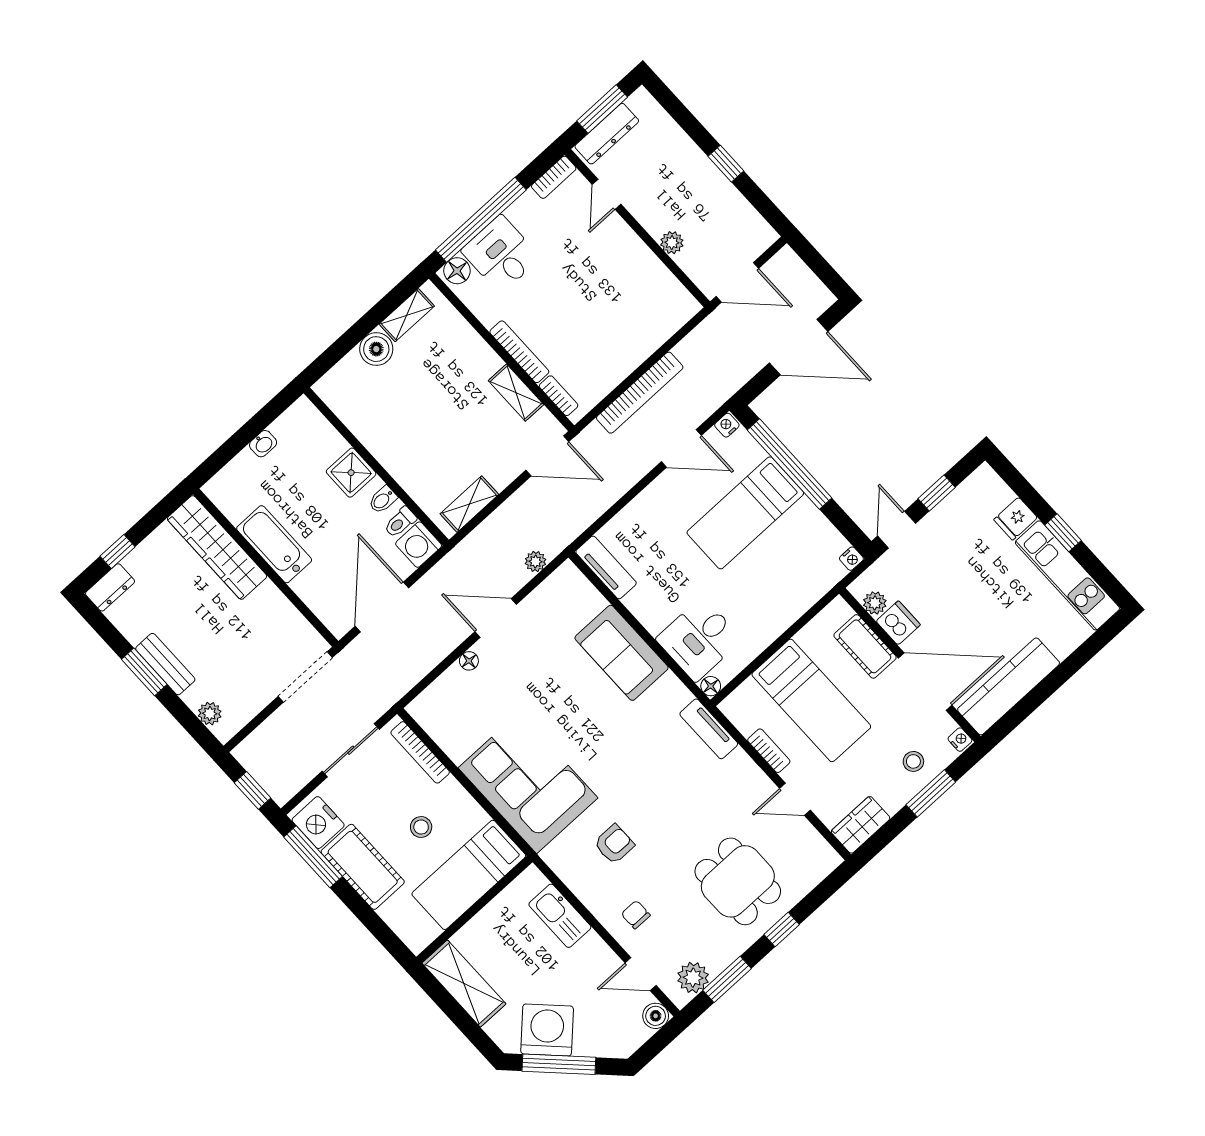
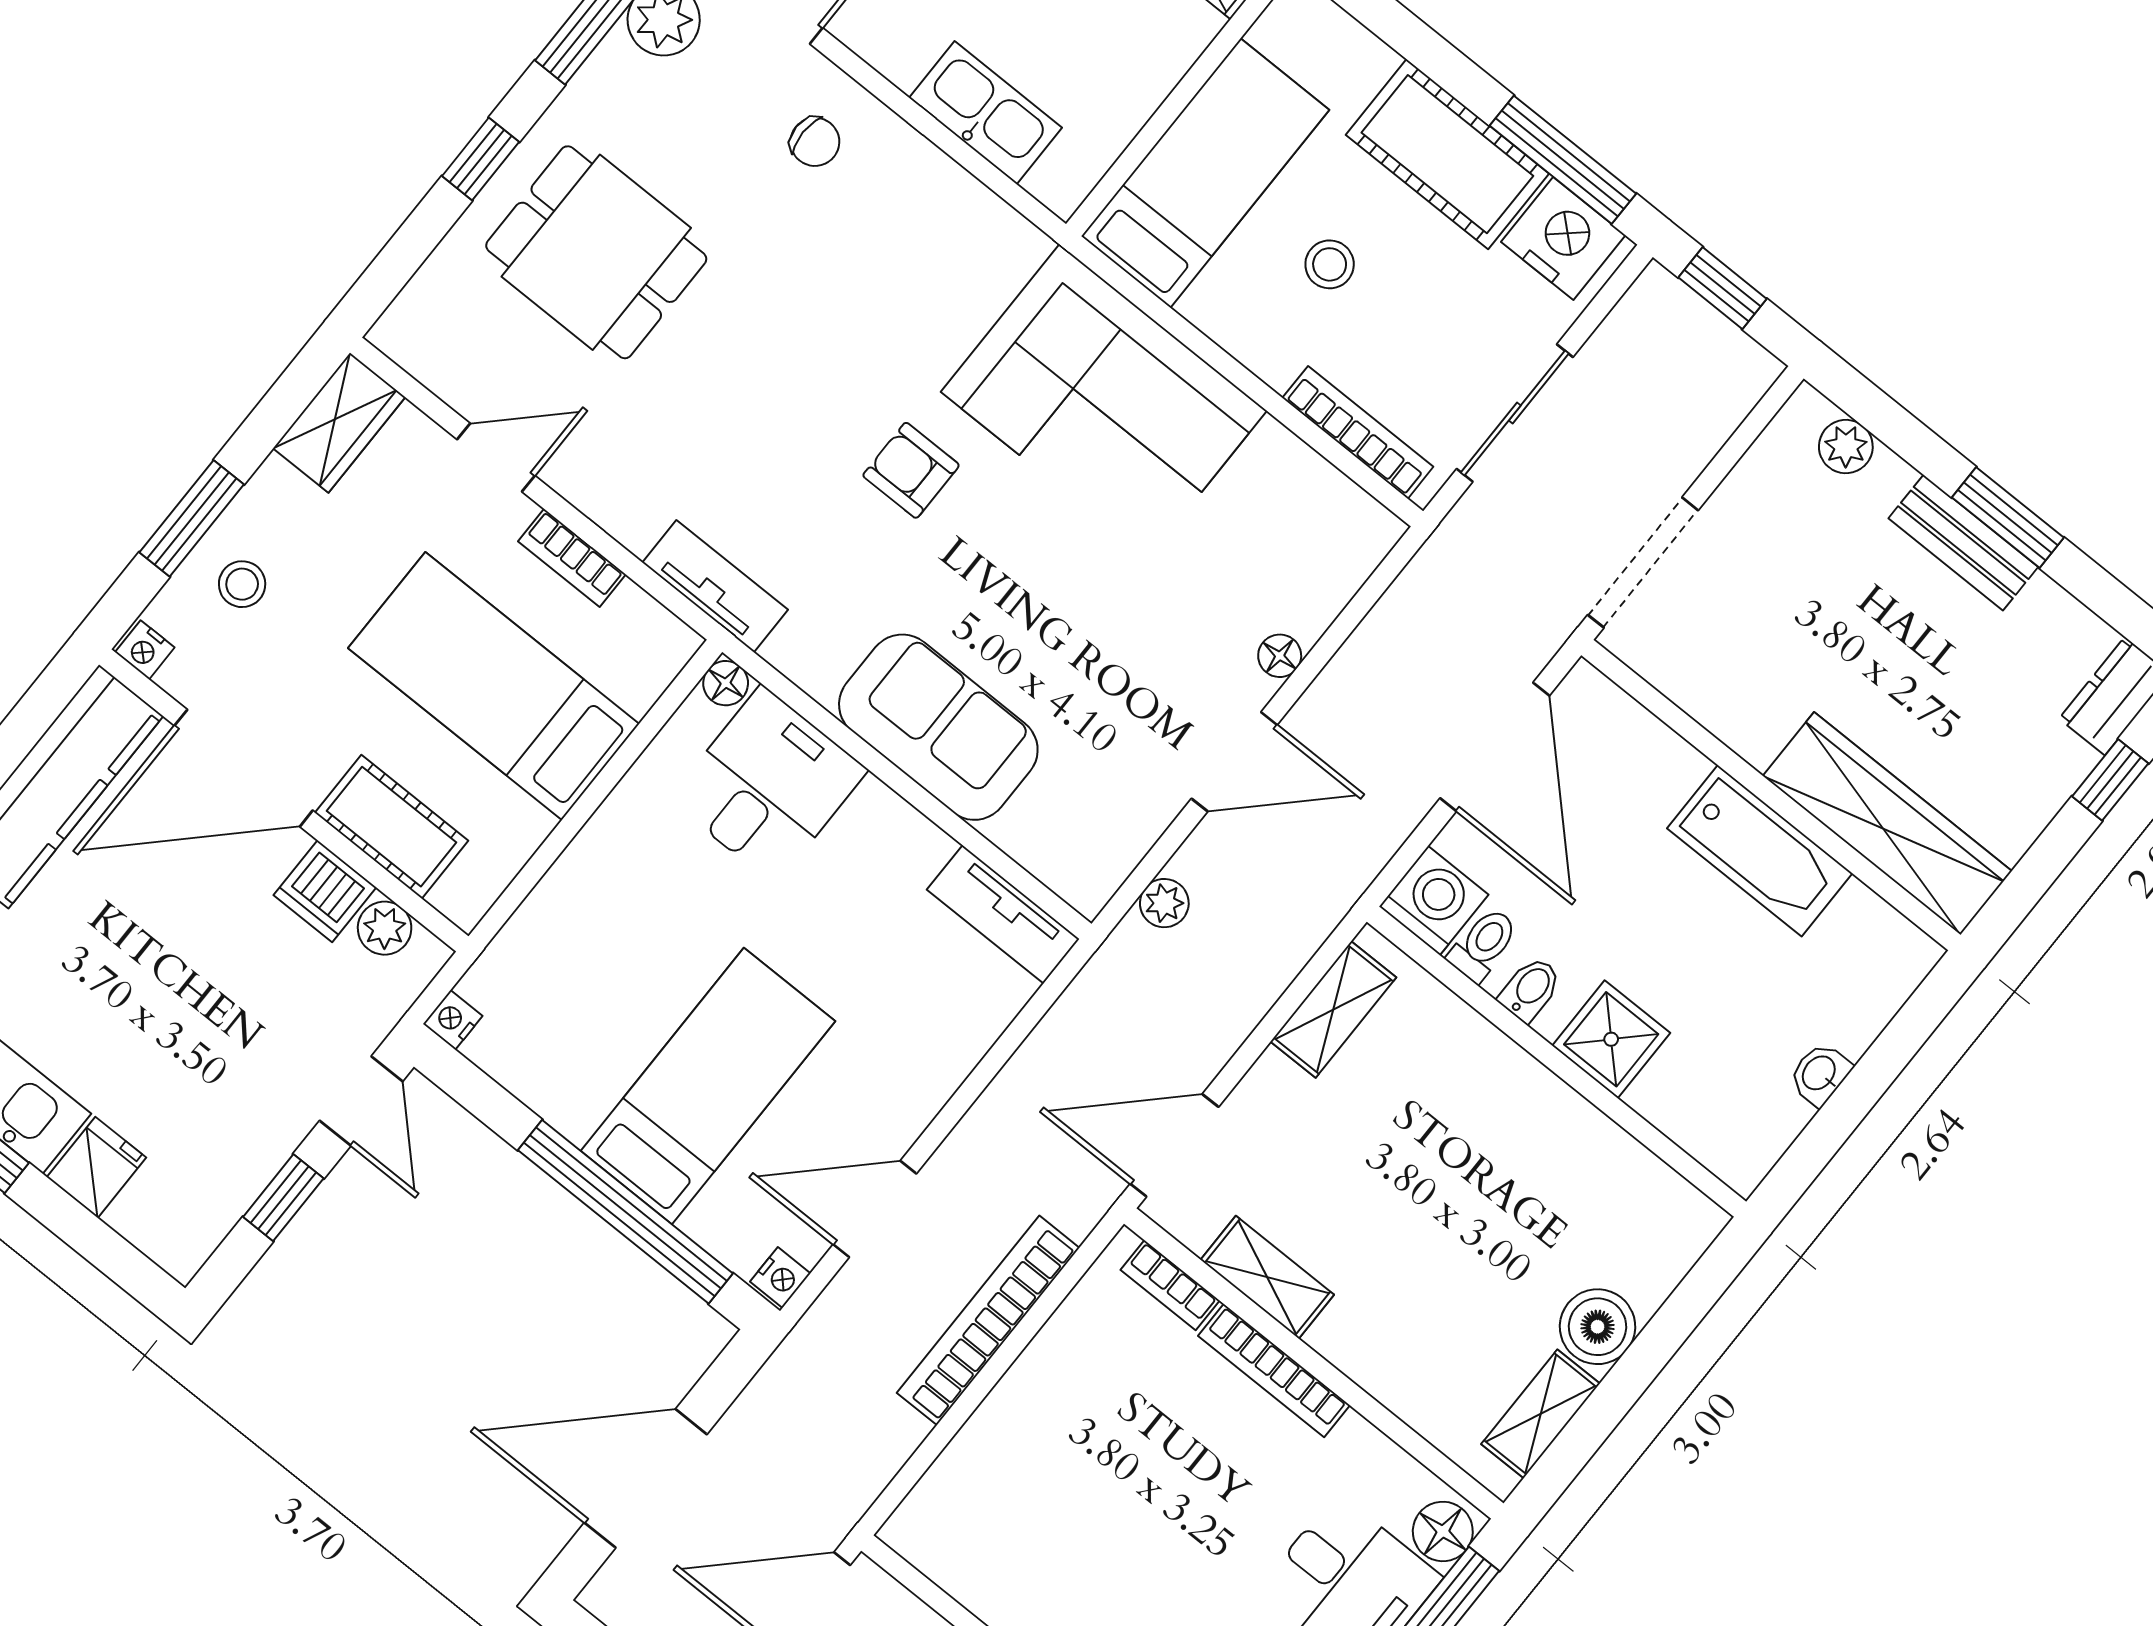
armchair: (614, 844) -> (911, 470), moved, turned 90

